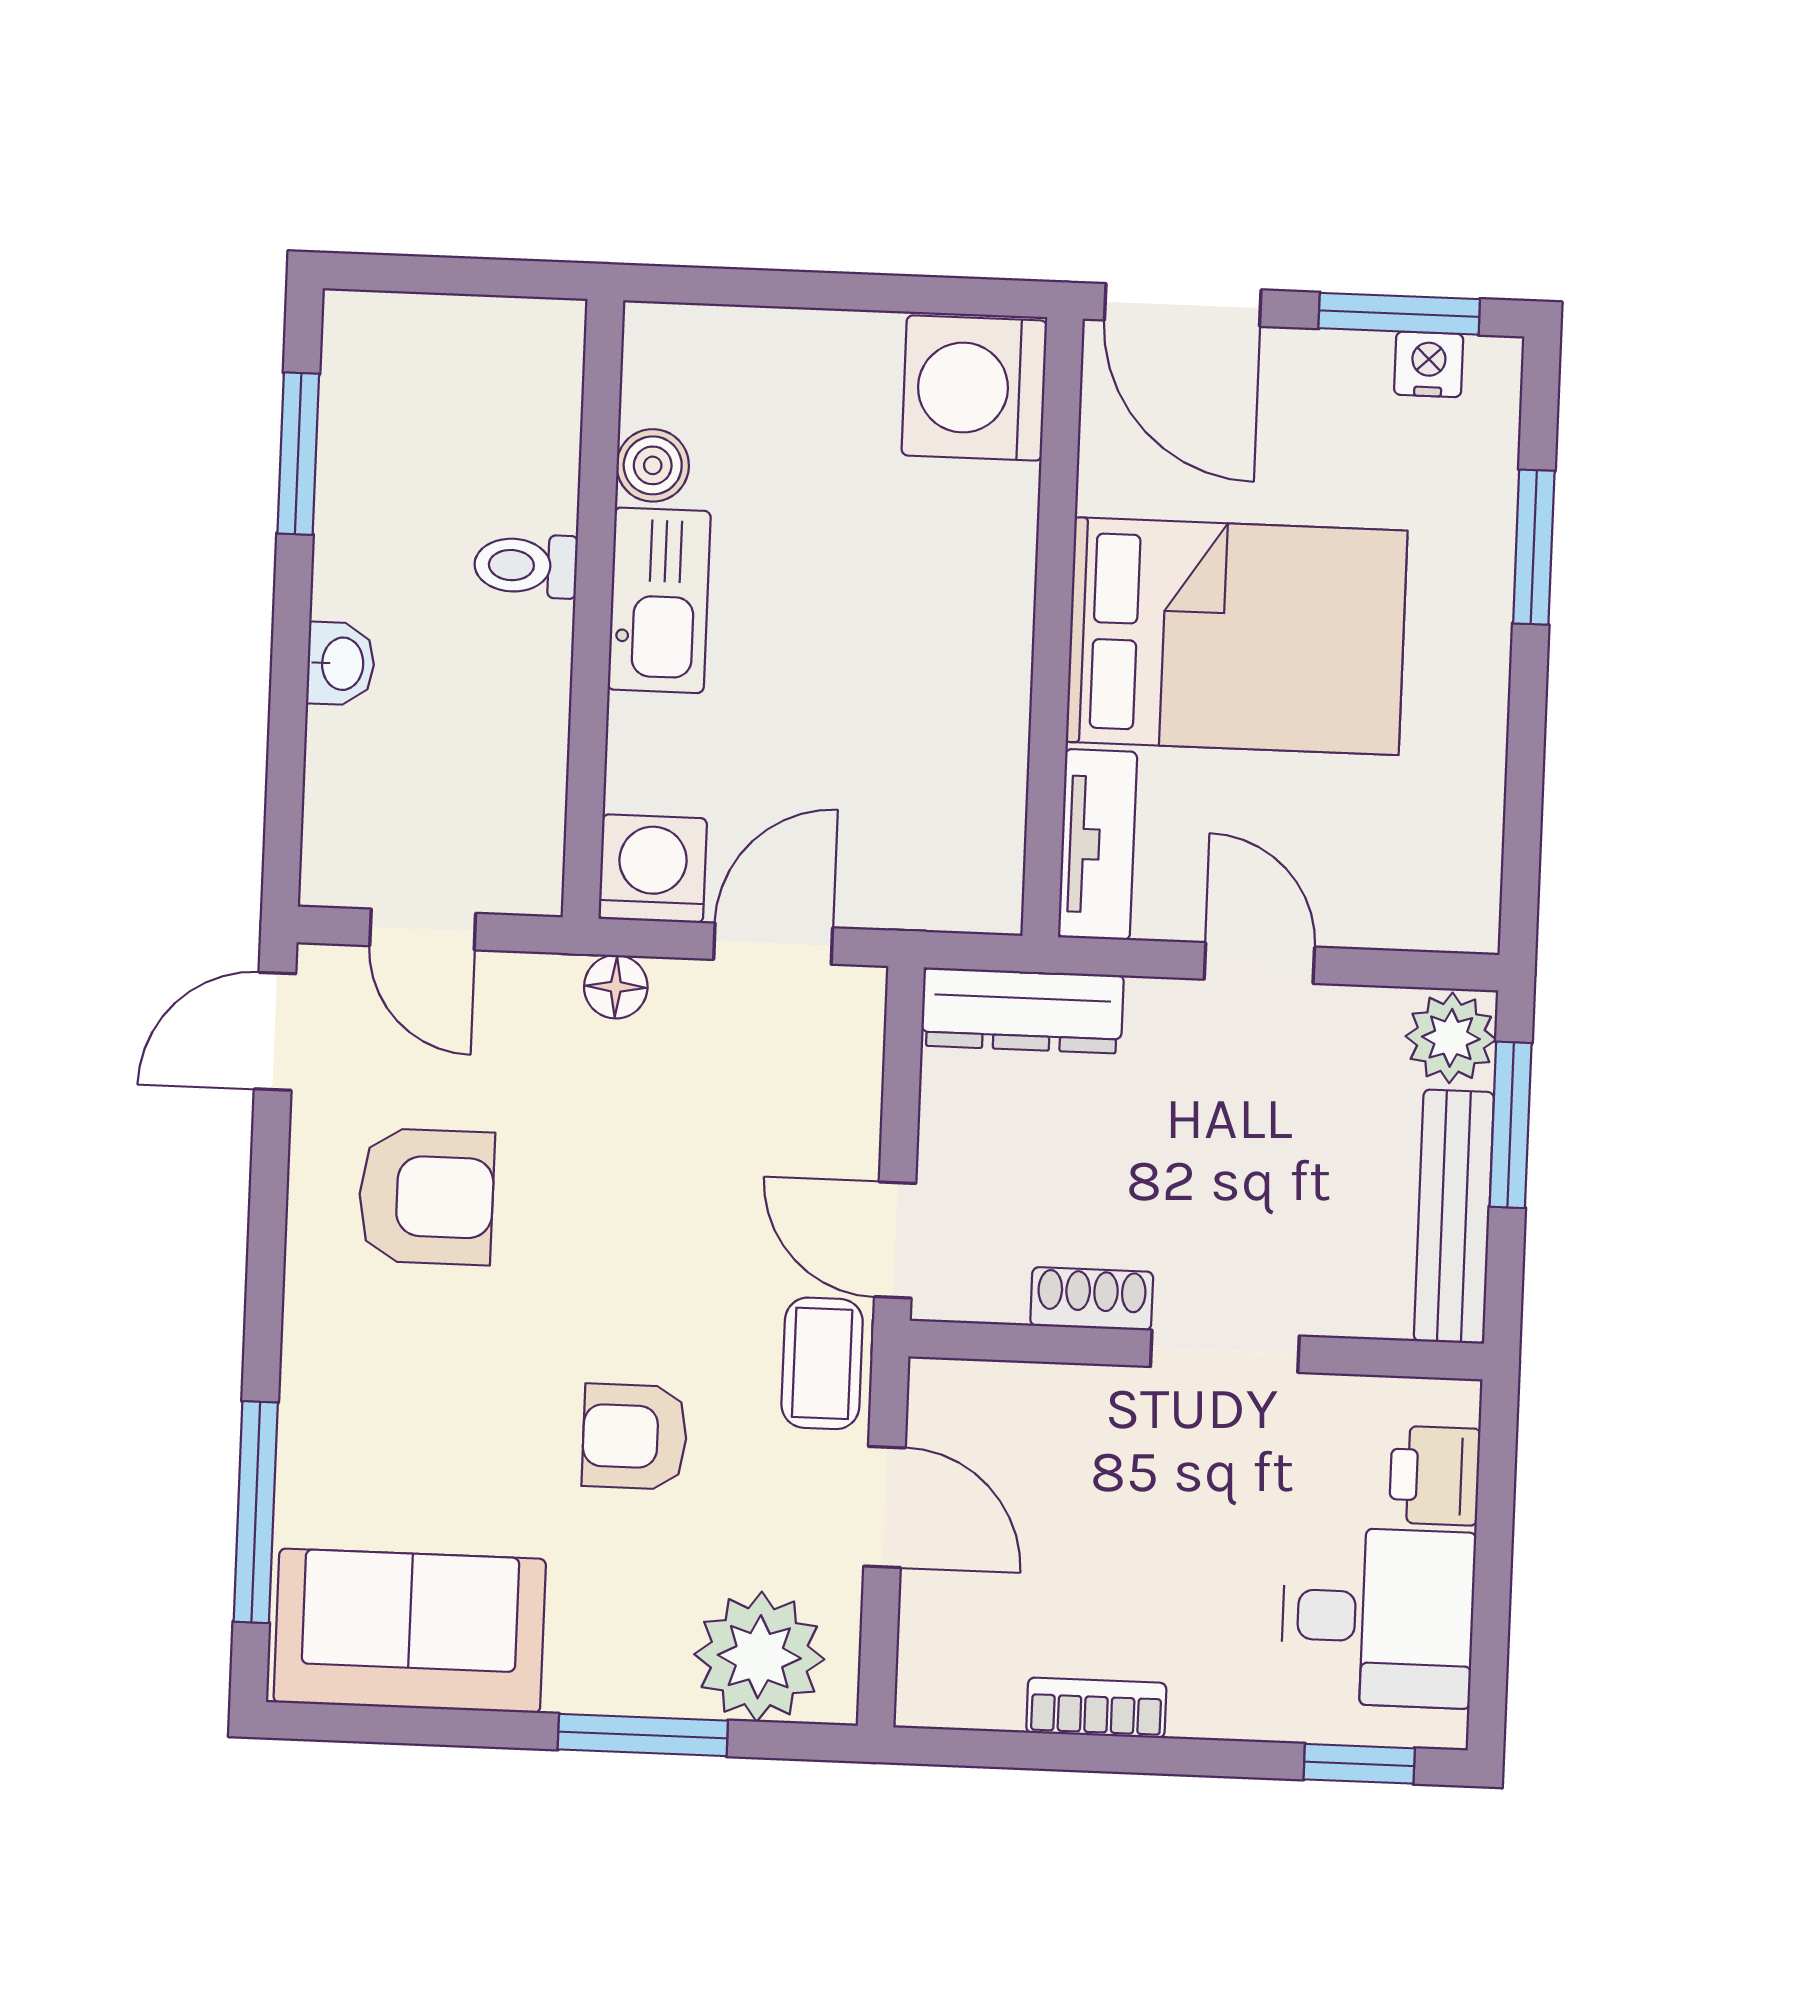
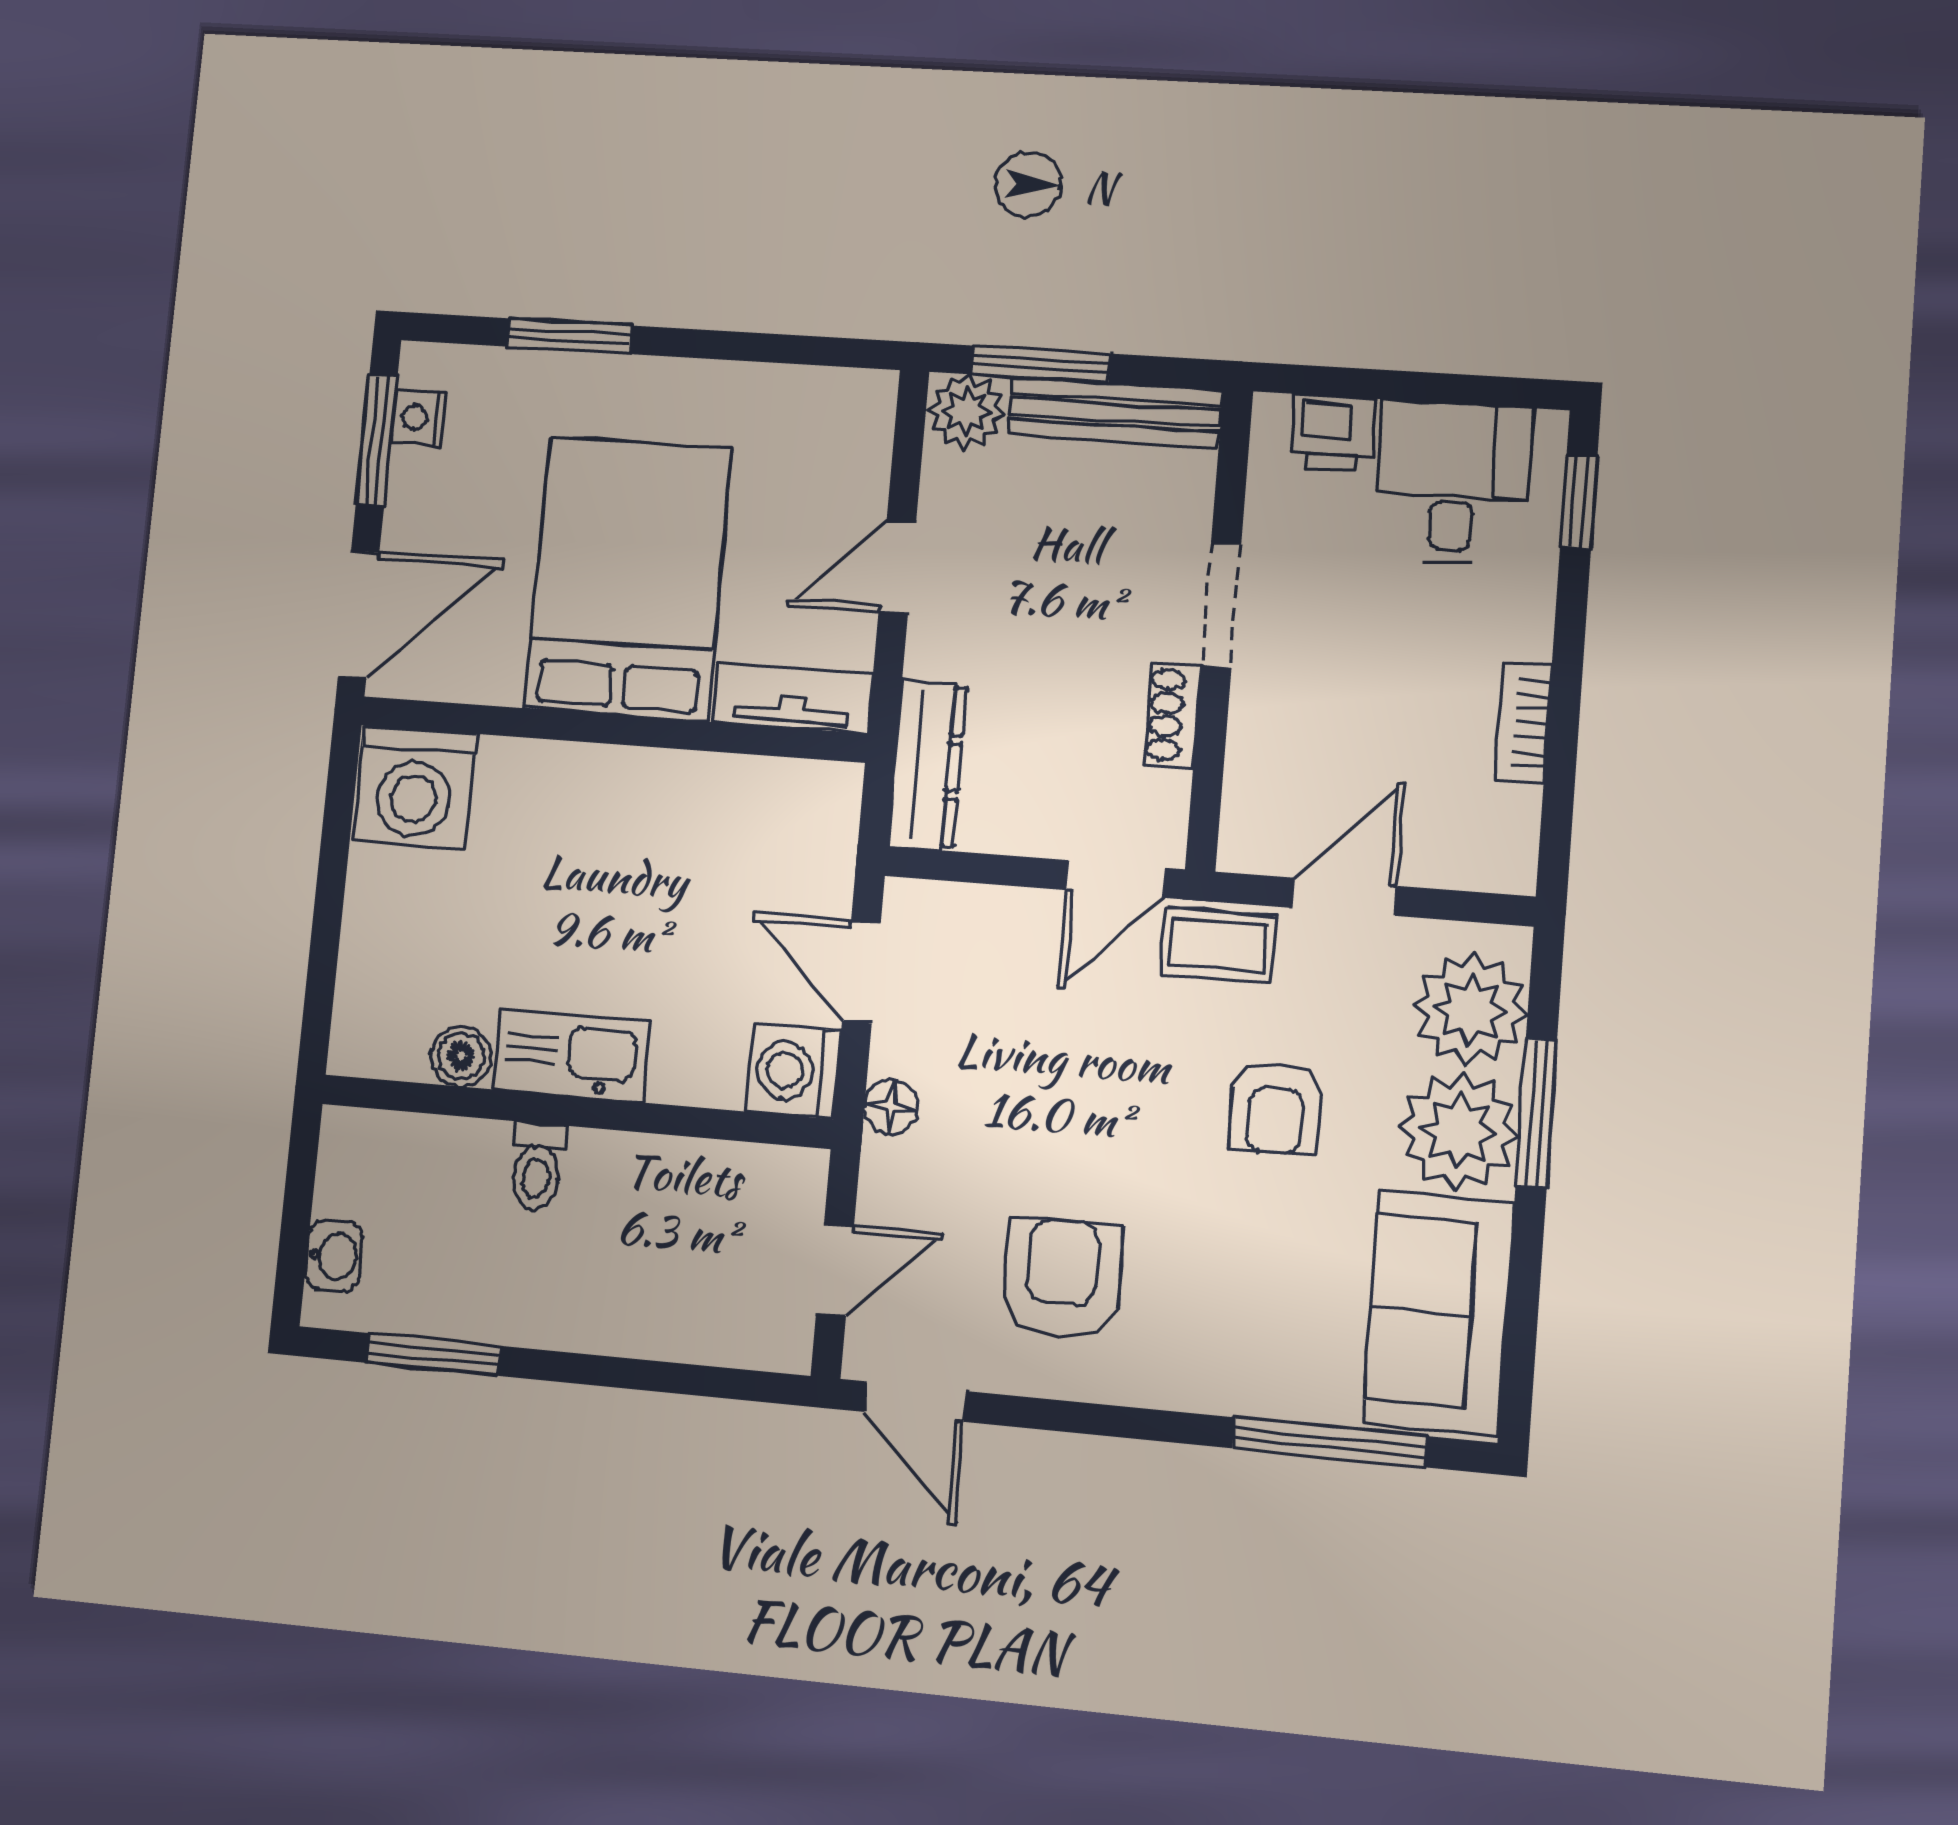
washbasin: (341, 664) -> (334, 1256), moved, turned 90
plant: (618, 1648) -> (1459, 1131), added

